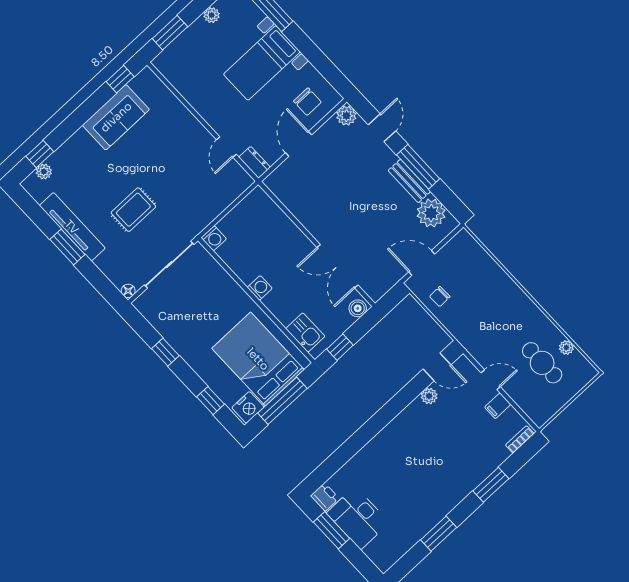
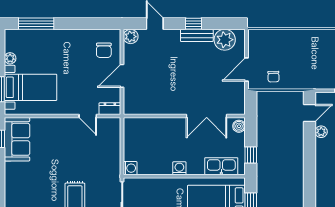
bed with nightstands: (262, 63) -> (30, 87), moved, turned -90
chair: (307, 102) -> (104, 50), turned 90
sofa: (116, 117) -> (17, 139), moved
door: (299, 144) -> (122, 76), hinge flipped
window: (418, 167) -> (194, 24), width x0.46
kitchen sink: (305, 333) -> (221, 166), width x1.38

